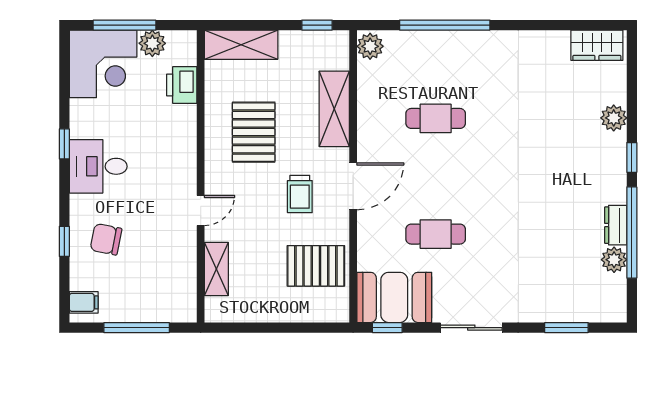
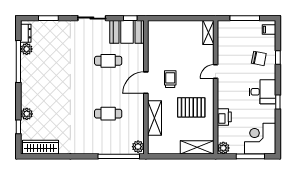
window: (317, 25) -> (162, 156), removed
window: (445, 25) -> (119, 156), moved
plant: (152, 43) -> (223, 148), moved
wardrobe: (597, 45) -> (40, 147), width x1.50
printer: (182, 85) -> (224, 117), moved
pallet: (254, 132) -> (191, 107), turned 90
window: (632, 157) -> (18, 127), moved
dresser: (616, 225) -> (26, 33), moved
pallet: (316, 266) -> (163, 46), removed
shelving: (216, 269) -> (208, 33), moved

